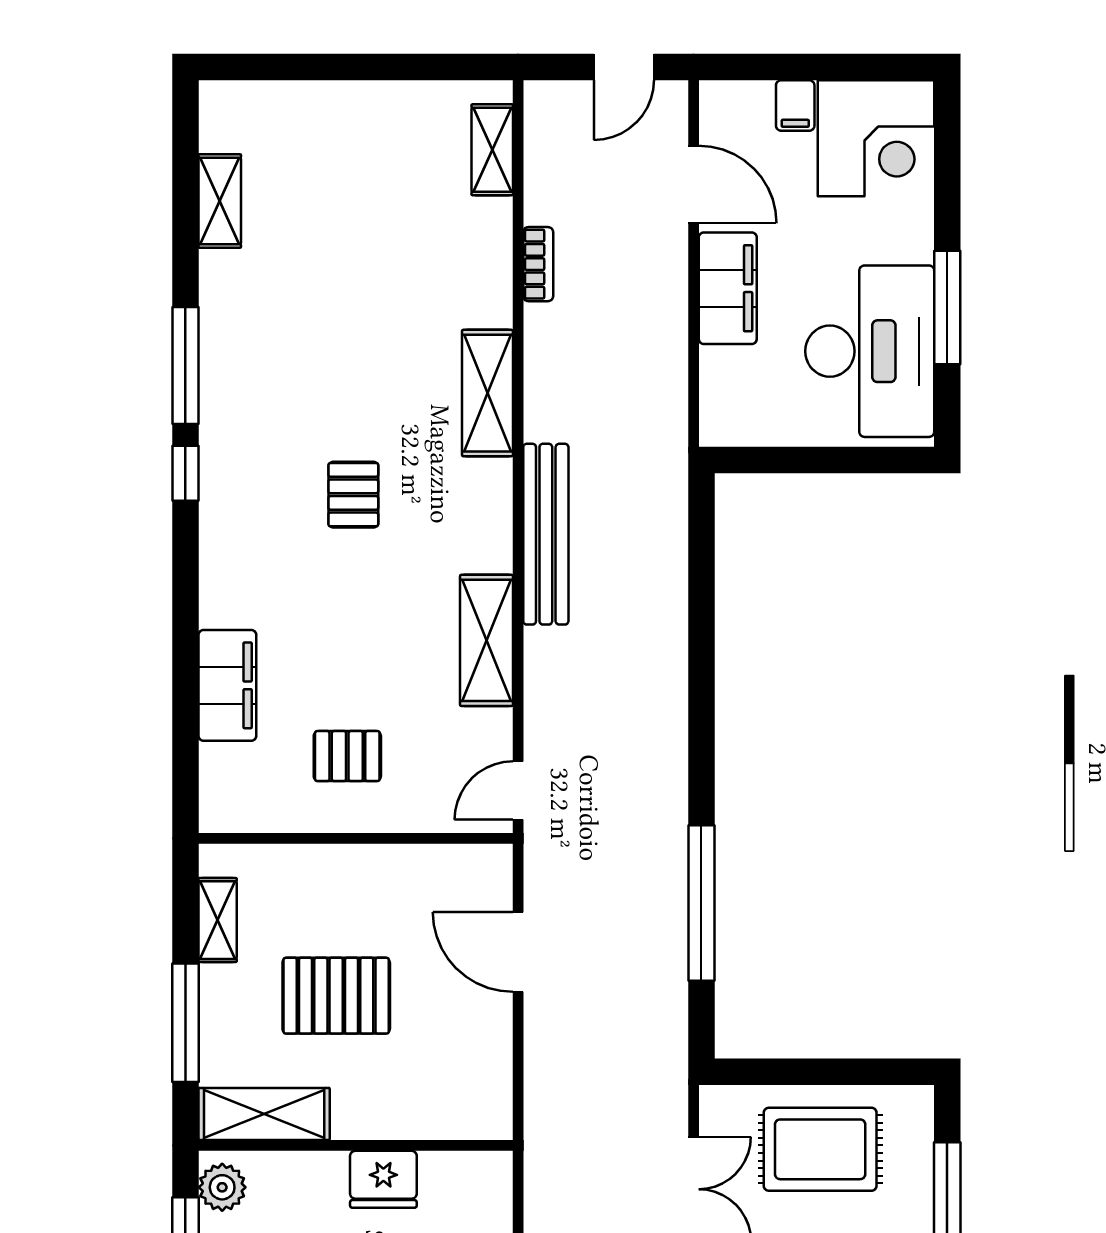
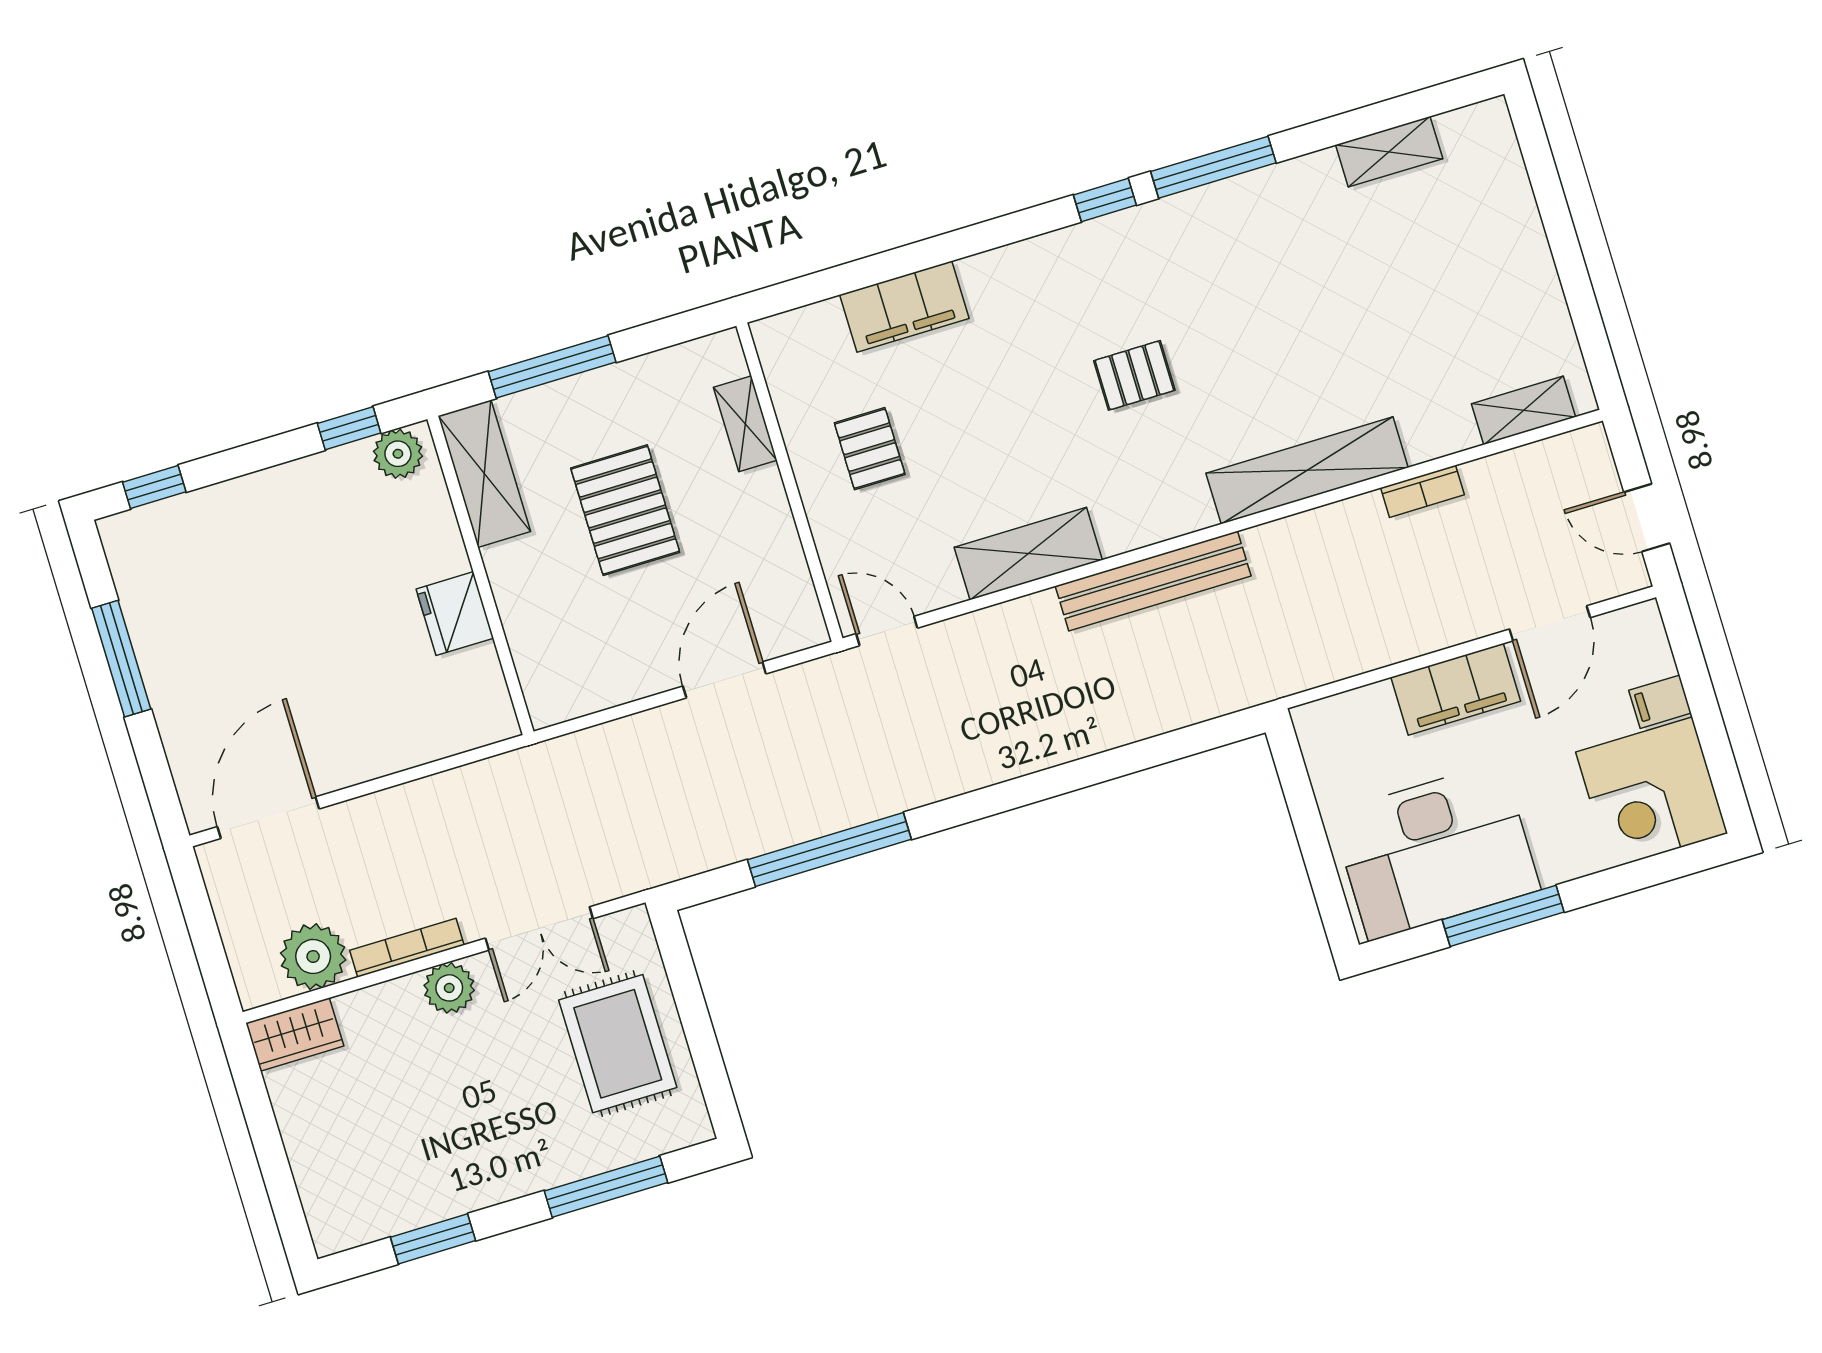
shelving: (487, 393) -> (1307, 470), width x1.47
shelving: (218, 920) -> (745, 424), moved, turned 90

